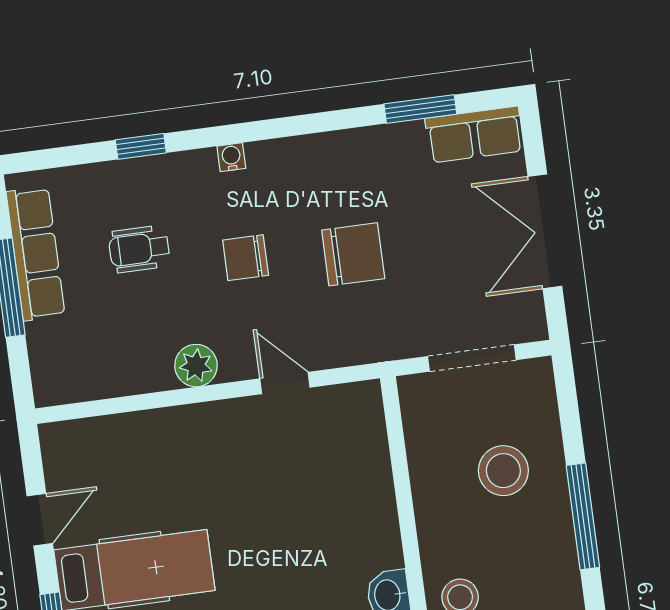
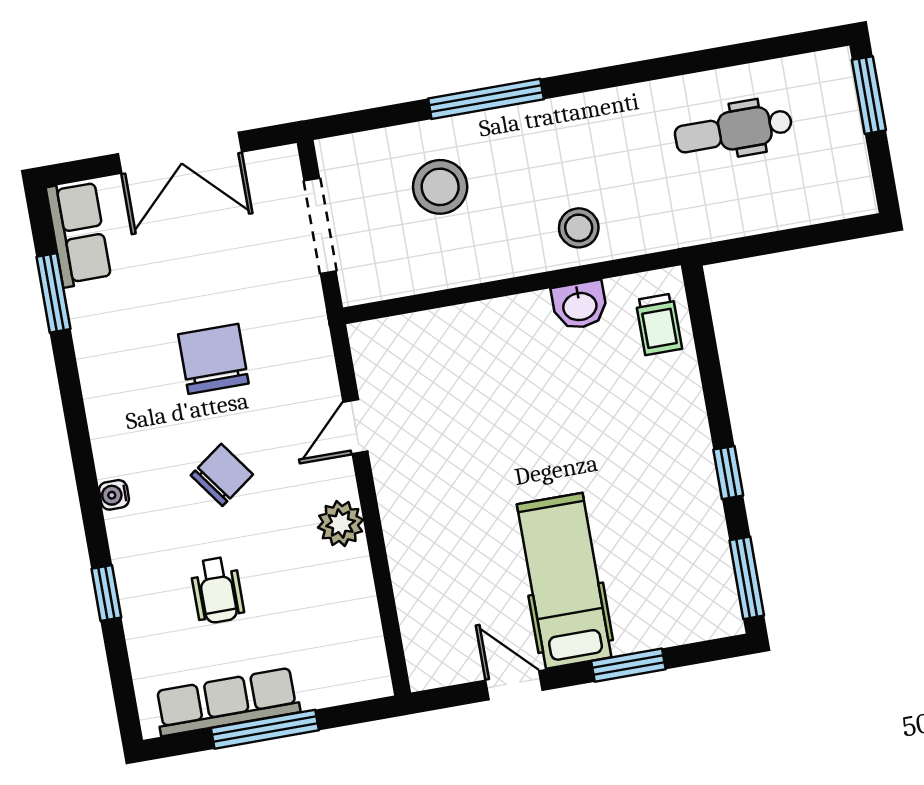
chair: (246, 258) -> (222, 475), turned -126

